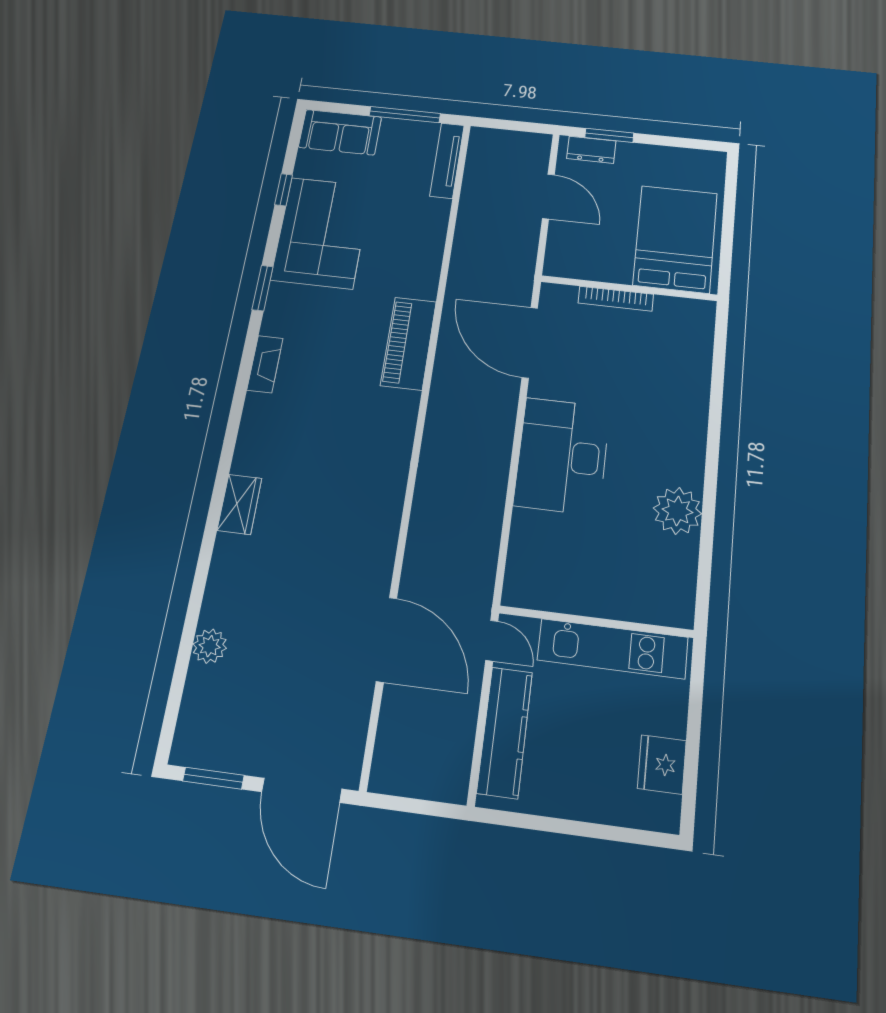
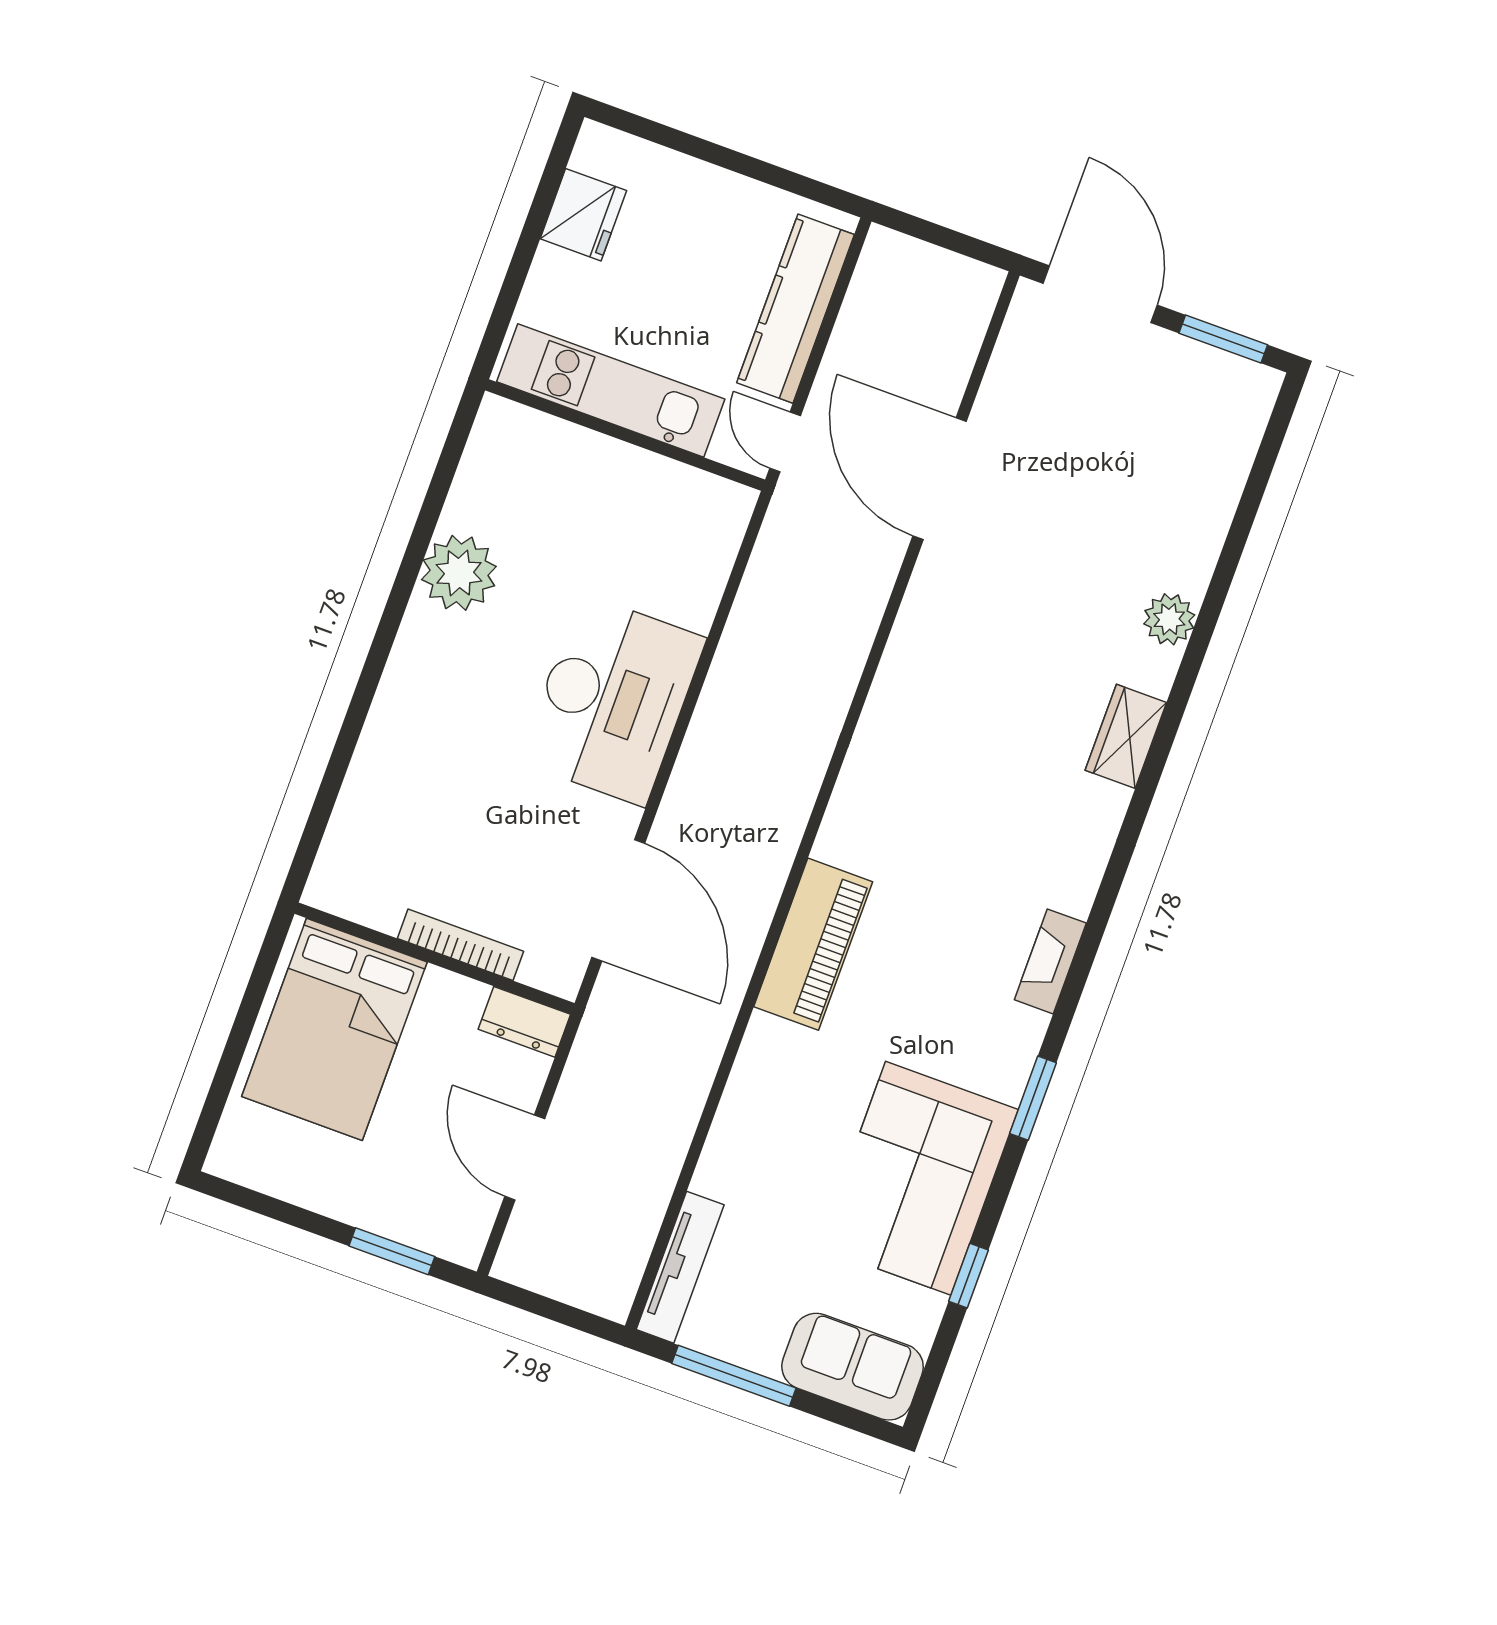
dresser: (591, 150) -> (524, 1022), moved, turned 180
plant: (210, 646) -> (1169, 619), moved

